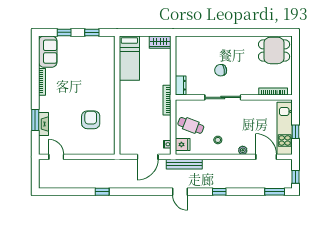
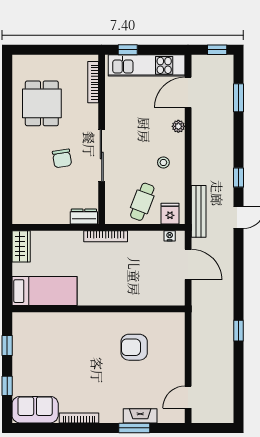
dining table: (274, 50) -> (42, 103), moved
window: (295, 132) -> (128, 50), moved
window: (219, 192) -> (239, 177), moved
window: (275, 192) -> (239, 98), moved

